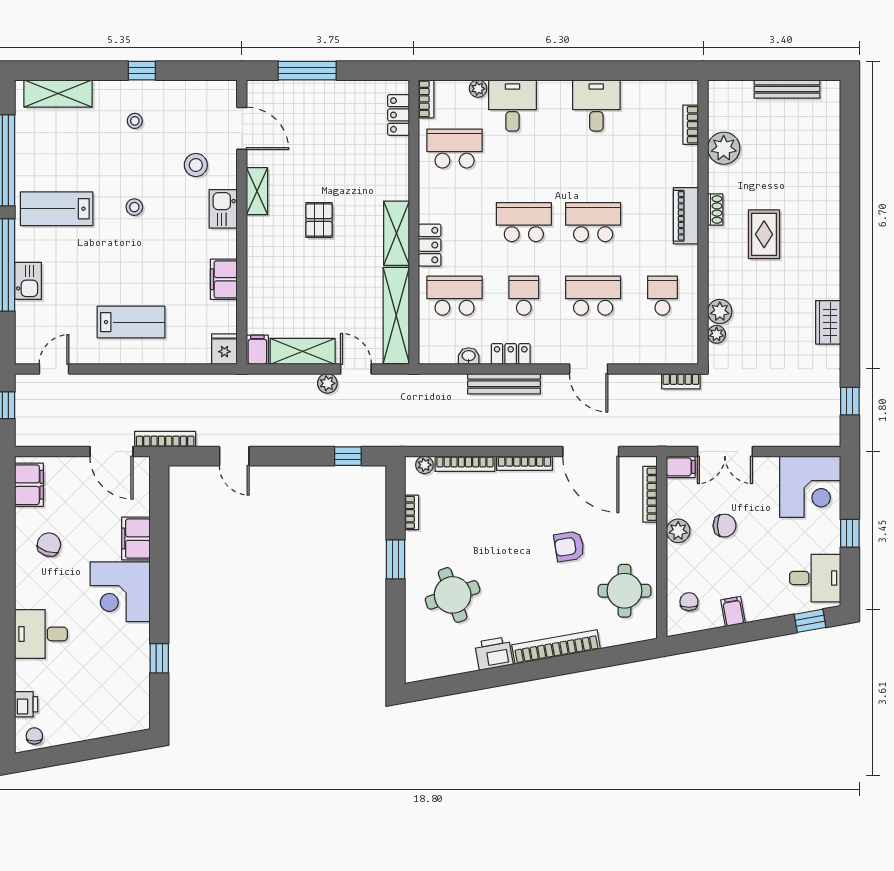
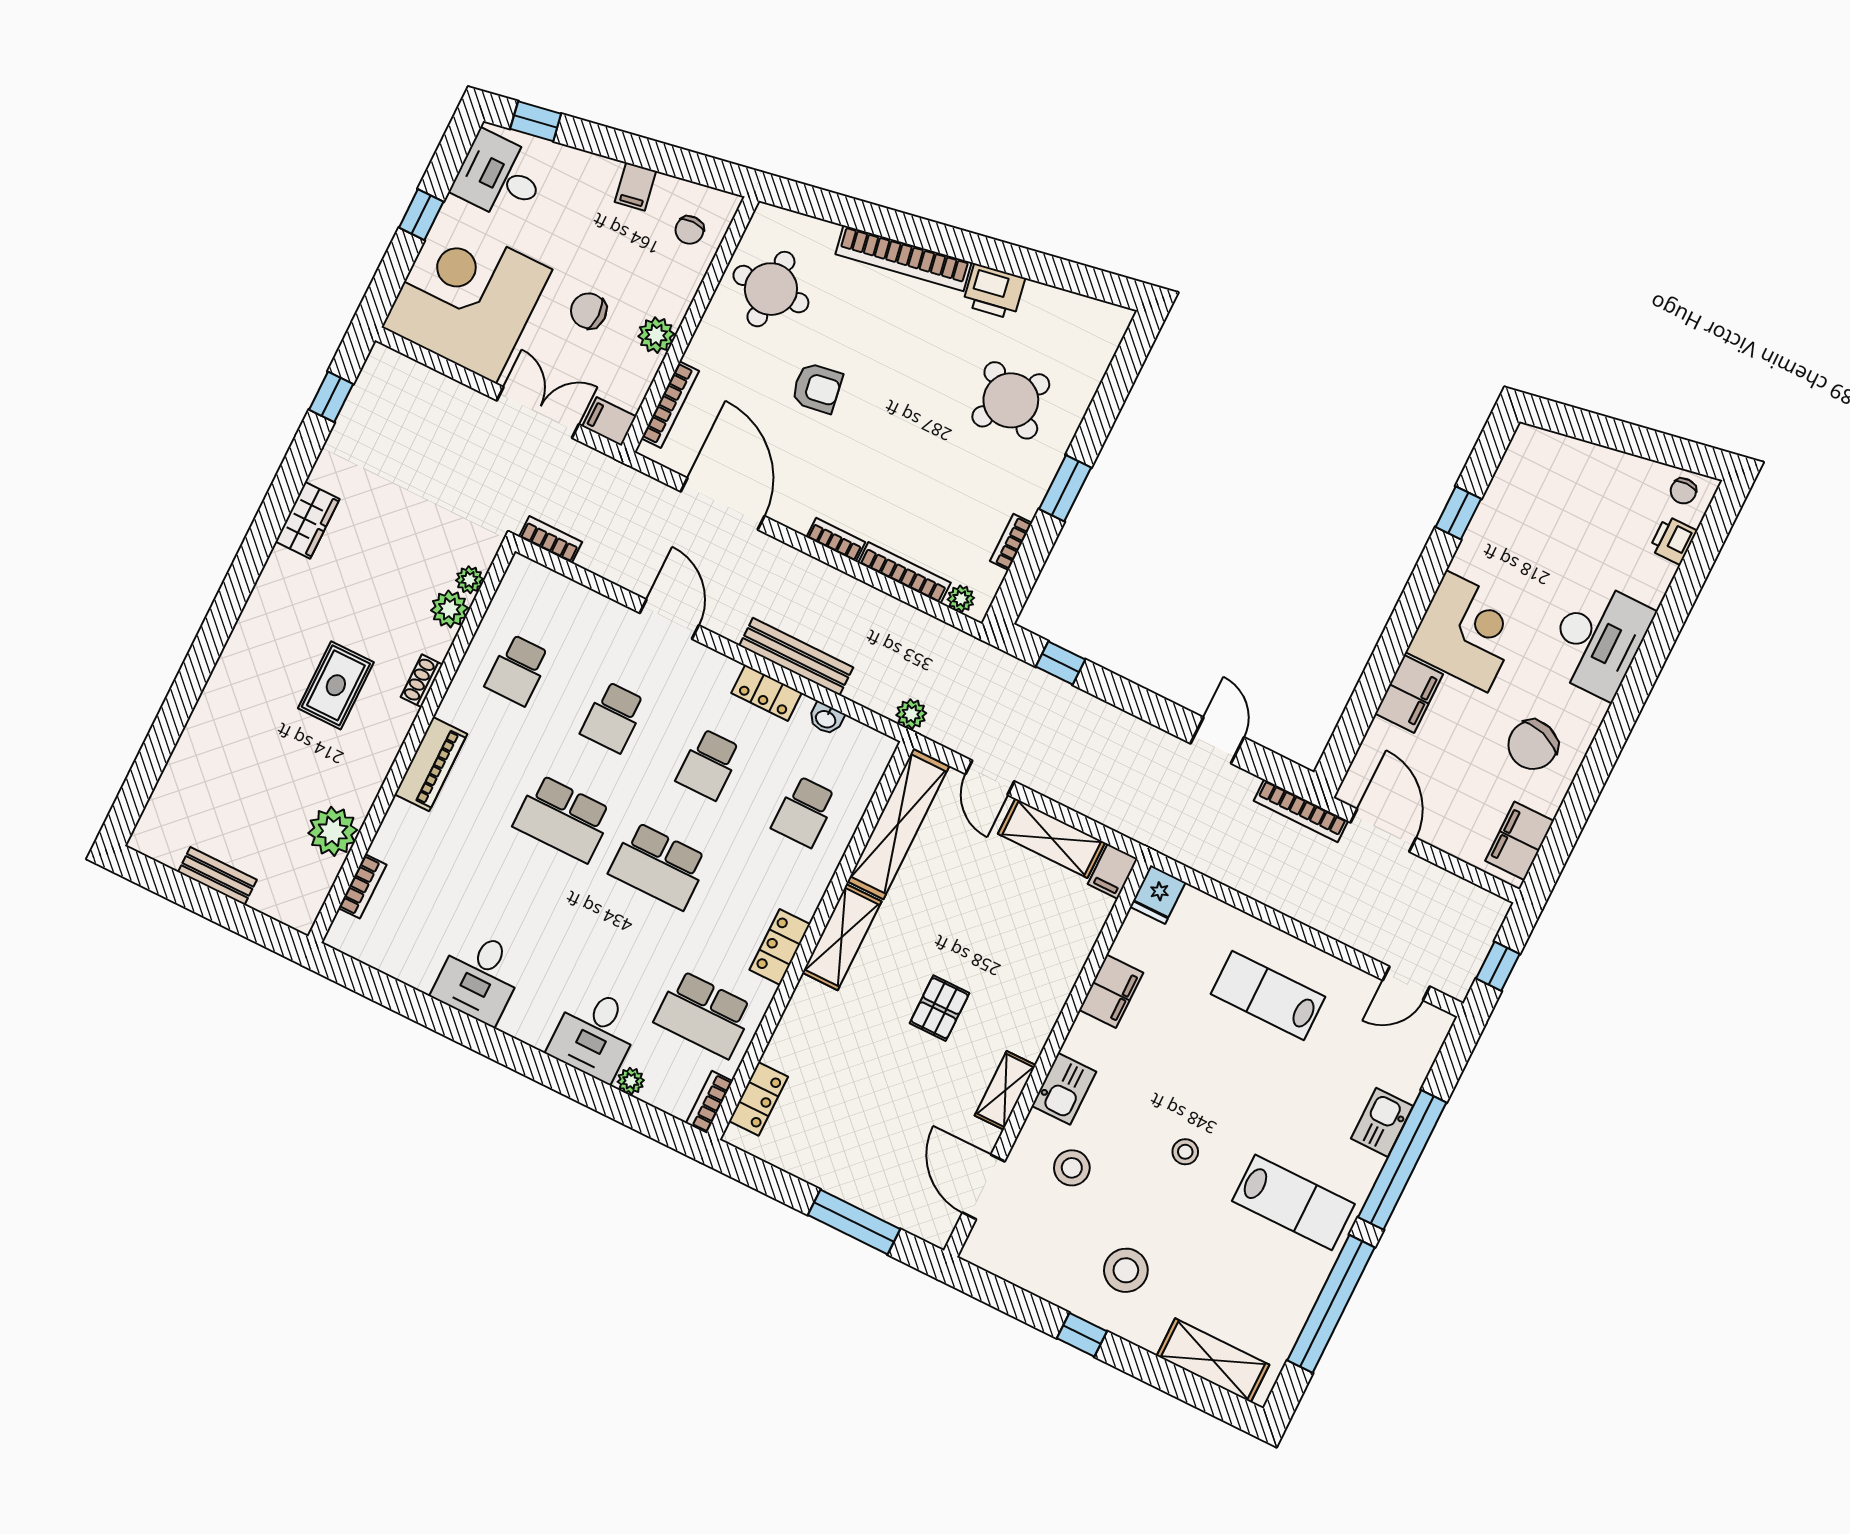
bench: (787, 89) -> (217, 876), width x0.73
stool: (135, 121) -> (1126, 1270), width x1.89, depth x1.89
shoe rack: (715, 209) -> (422, 681), moved
locker: (430, 245) -> (780, 947), moved
school desk: (455, 296) -> (804, 812), width x0.54
school desk: (593, 296) -> (613, 717), width x0.54
plant: (327, 383) -> (911, 714), moved
bookcase: (524, 463) -> (836, 540), width x0.64
corner desk: (810, 487) -> (467, 298), width x1.36, depth x1.36
chair: (49, 545) -> (1533, 745), width x1.37, depth x1.37
round table: (453, 595) -> (1011, 400), turned -37
desk: (41, 634) -> (1598, 640), width x1.37

